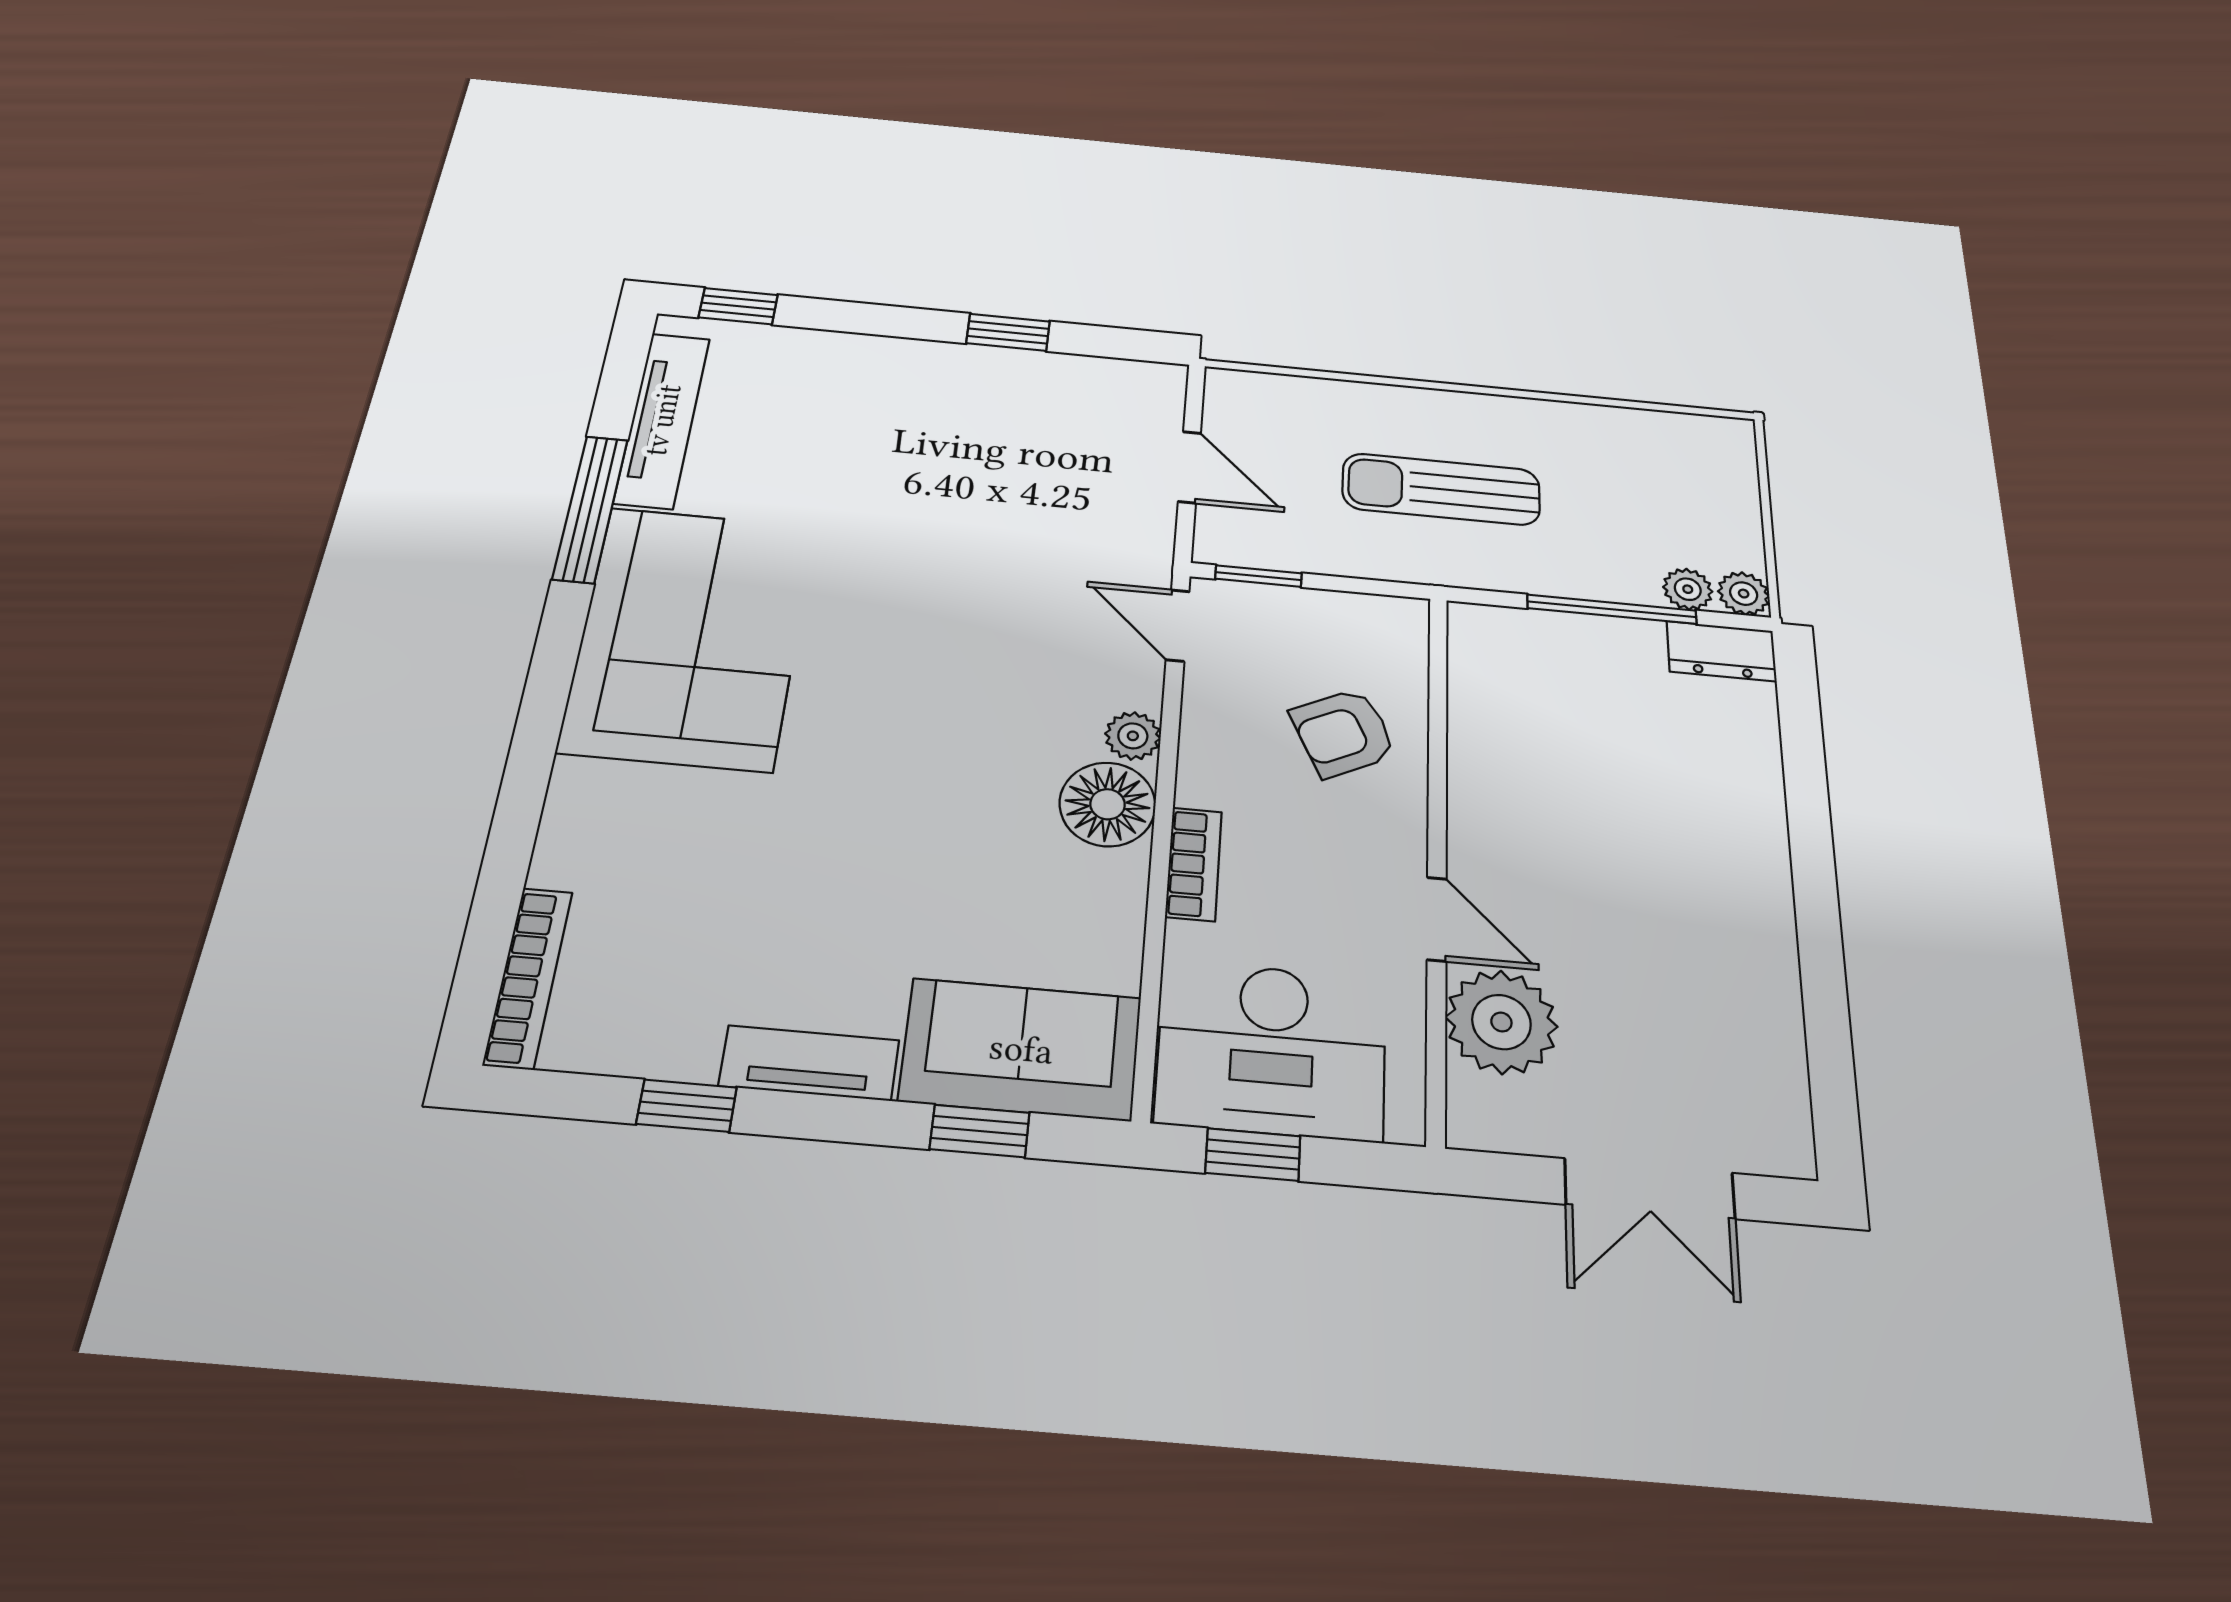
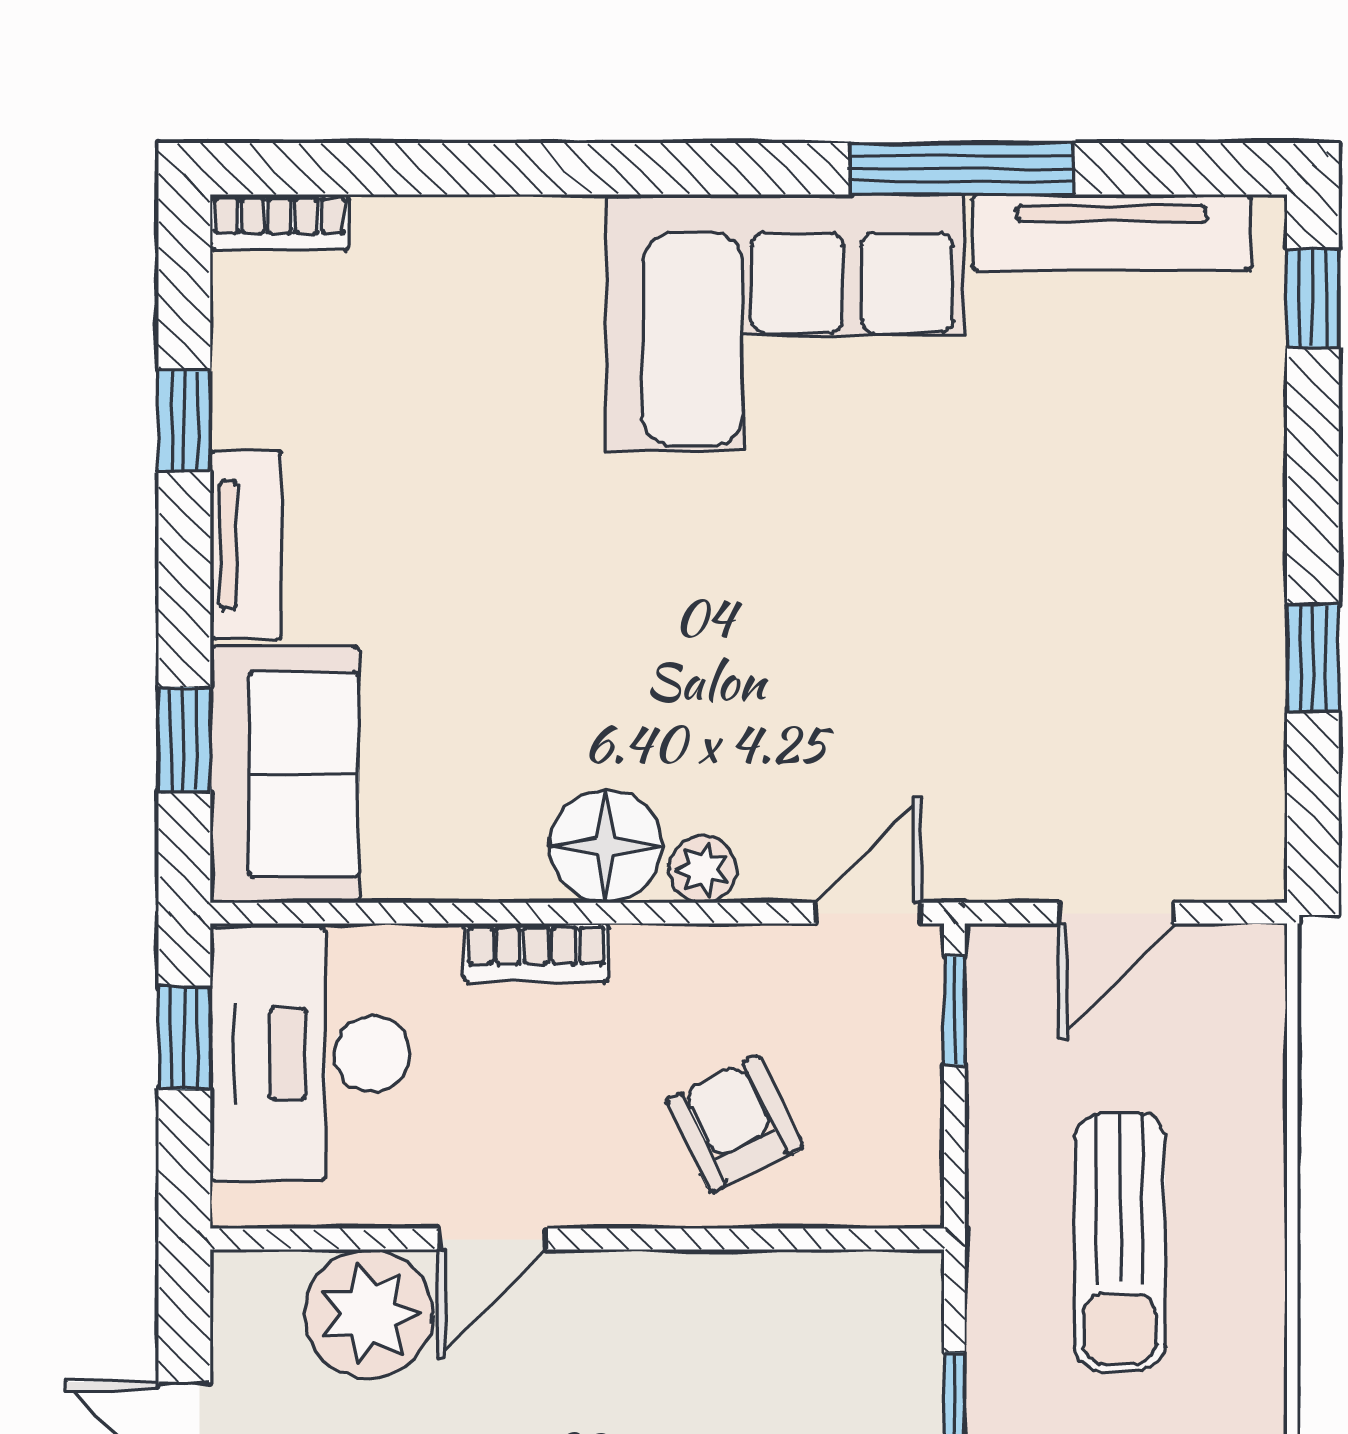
sun lounger: (1441, 489) -> (1119, 1242), turned 180
bookcase: (528, 977) -> (280, 222), width x0.64

